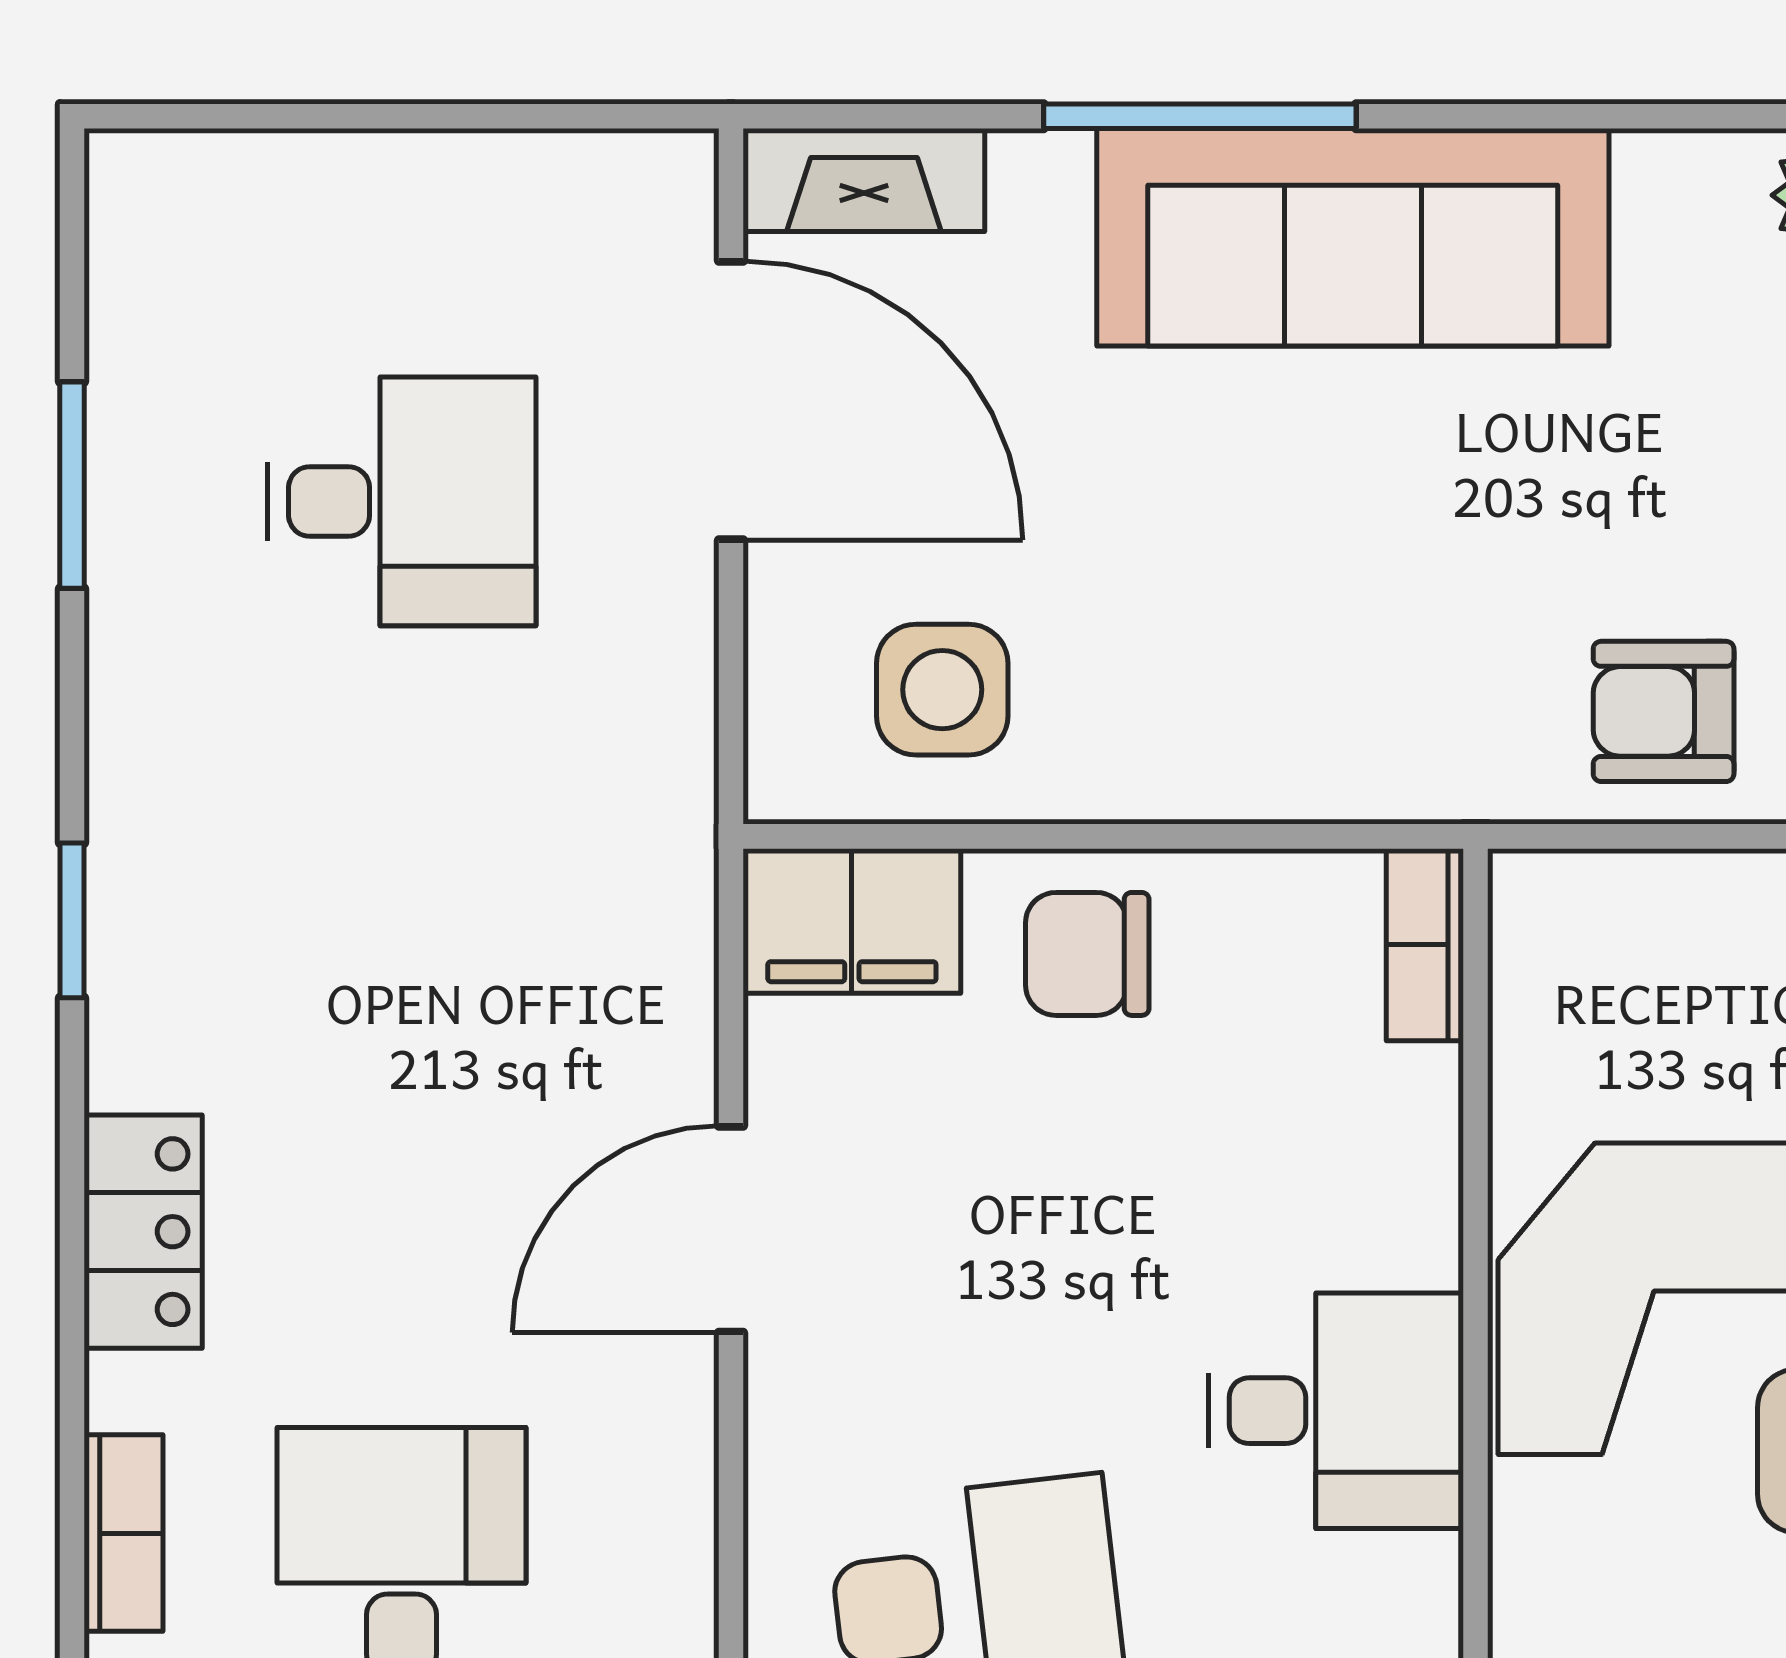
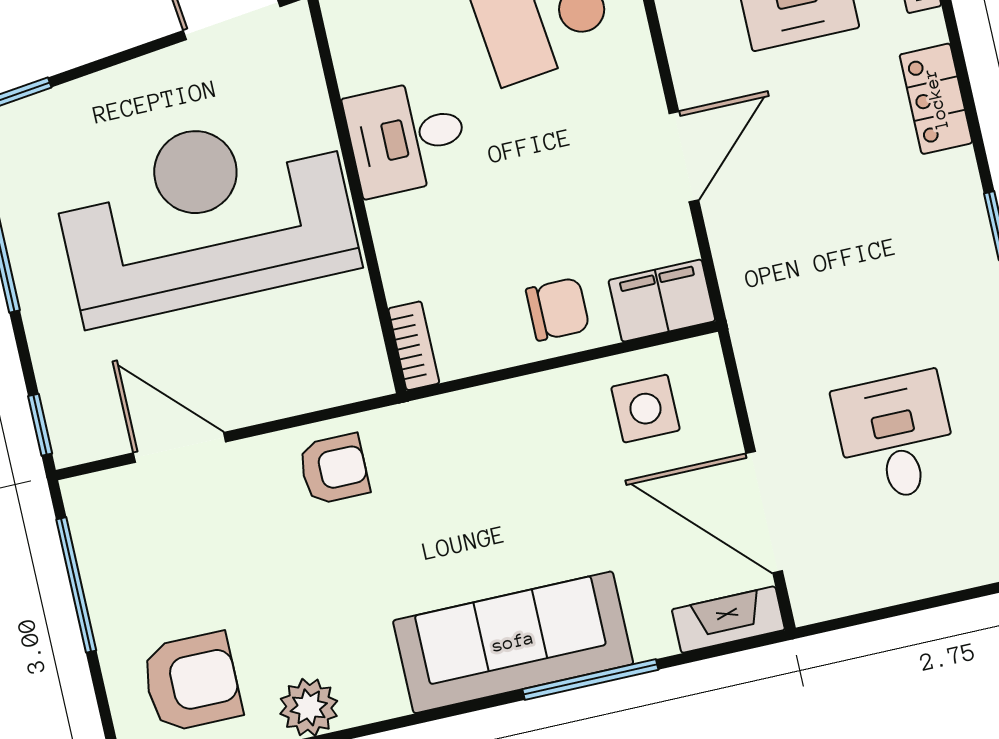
desk: (402, 501) -> (896, 437), turned 90

